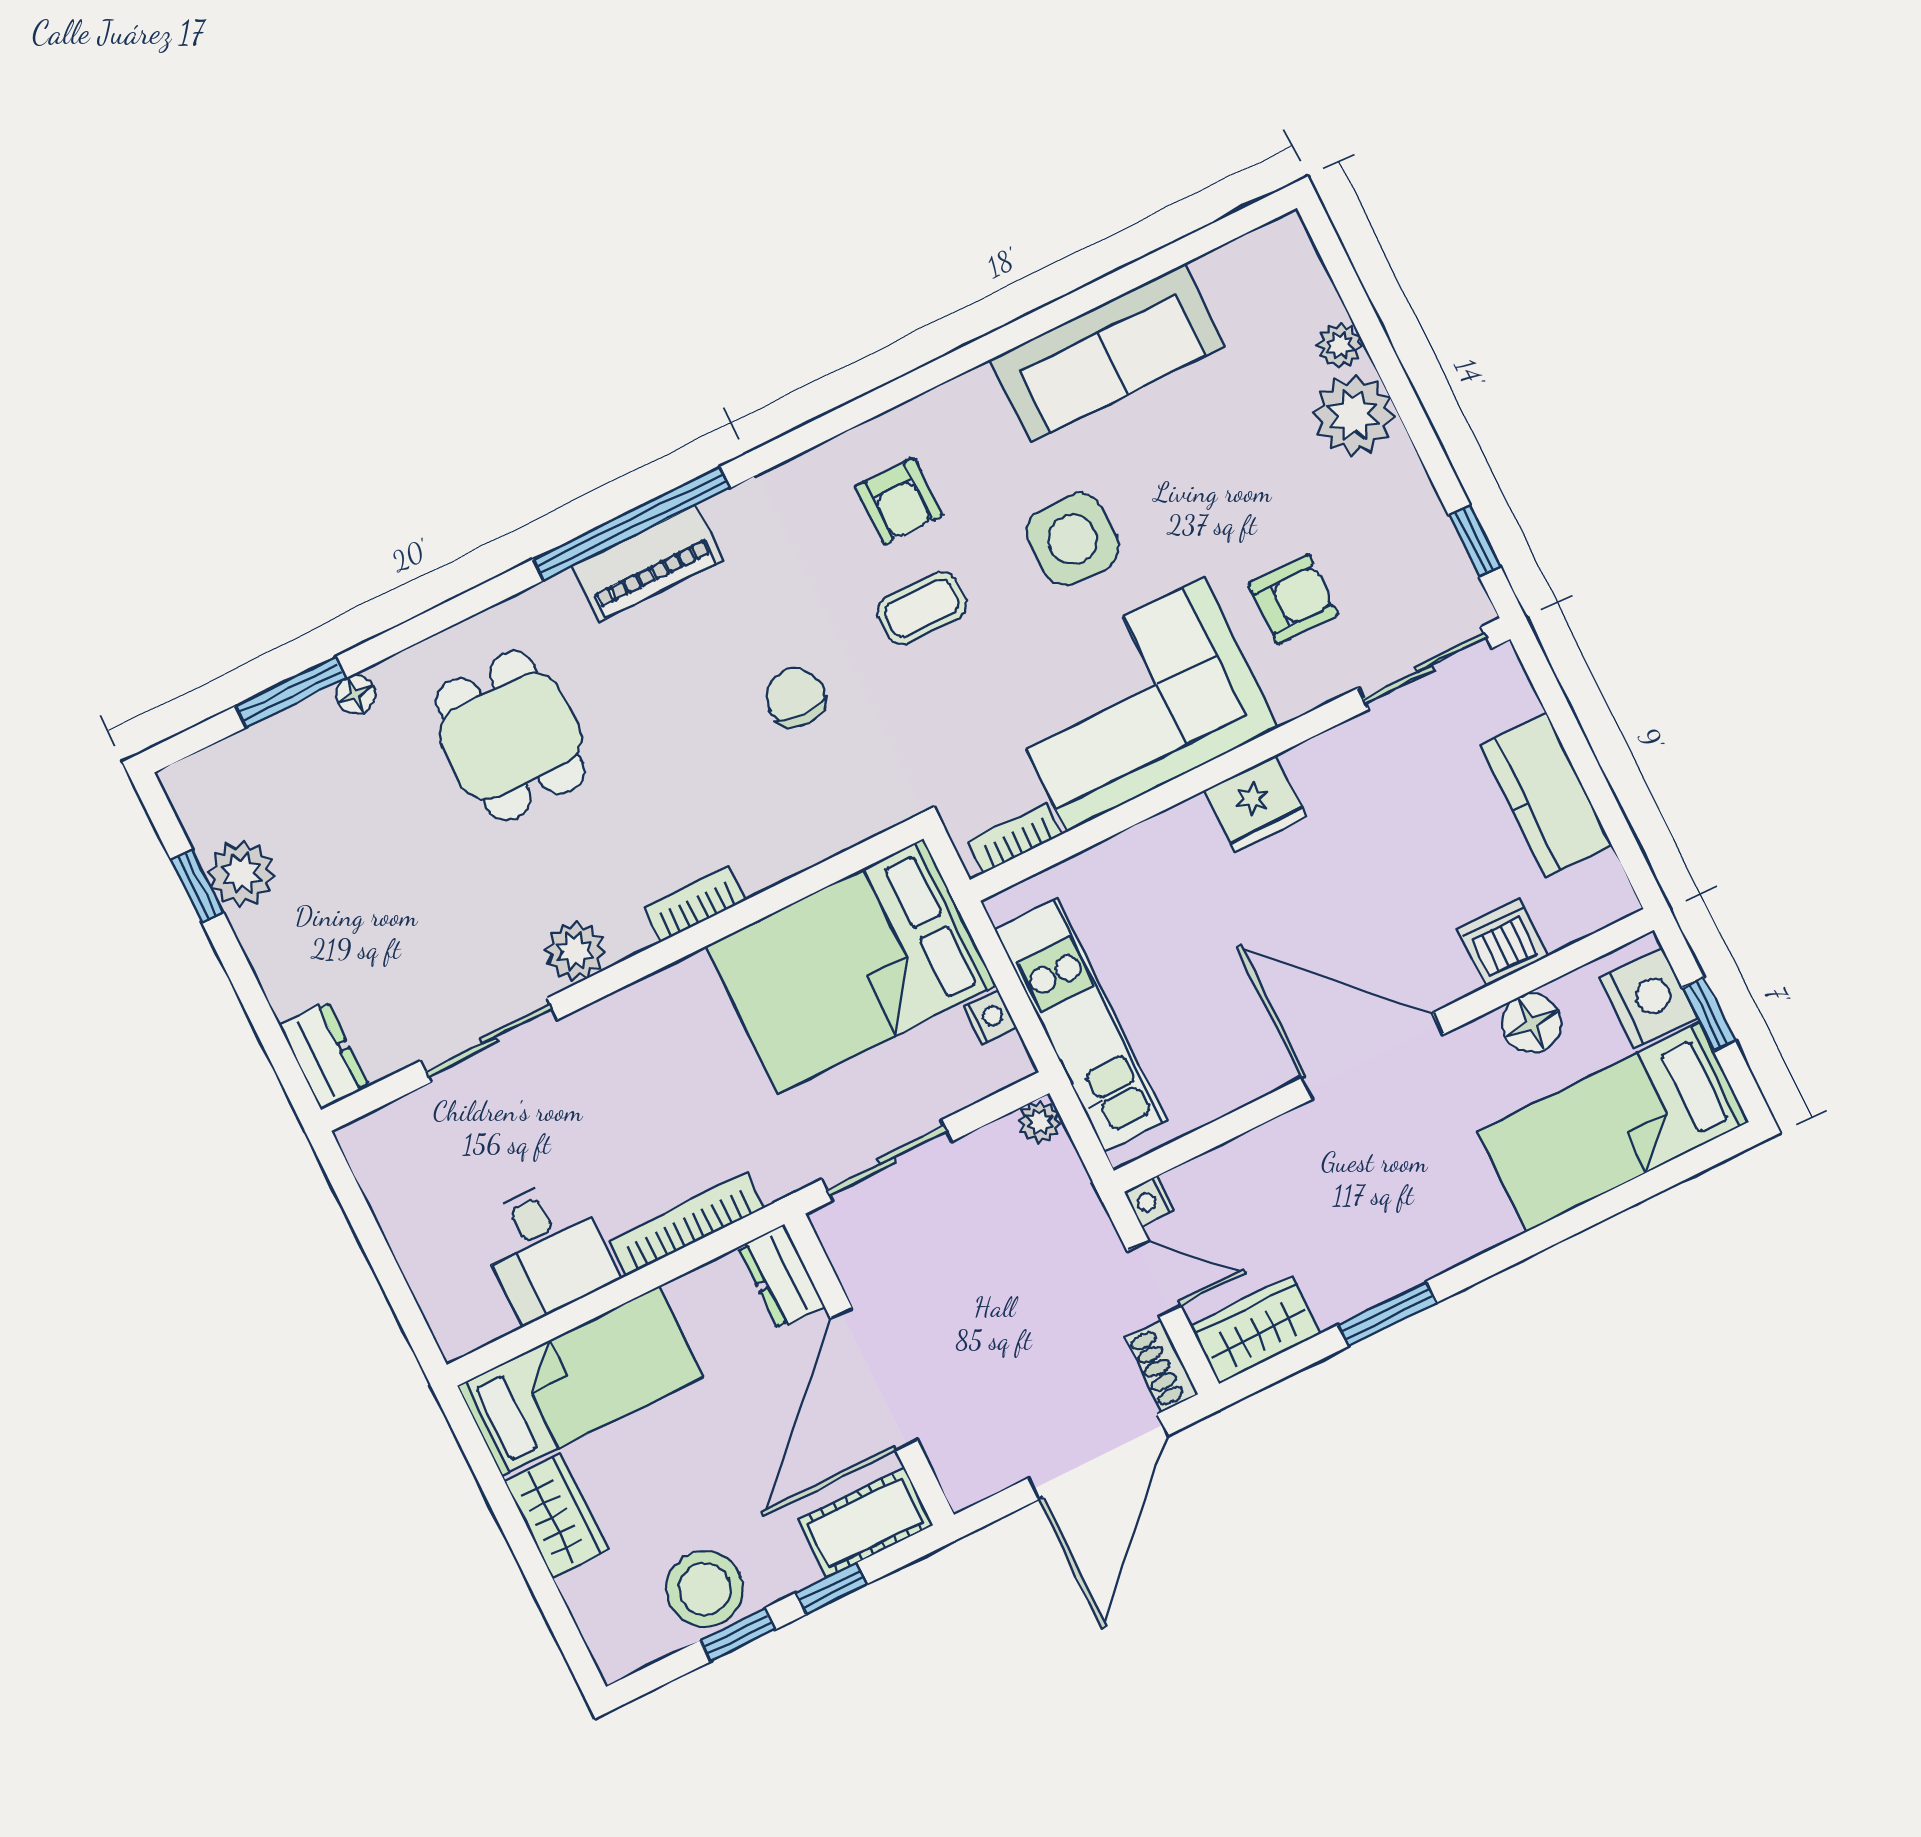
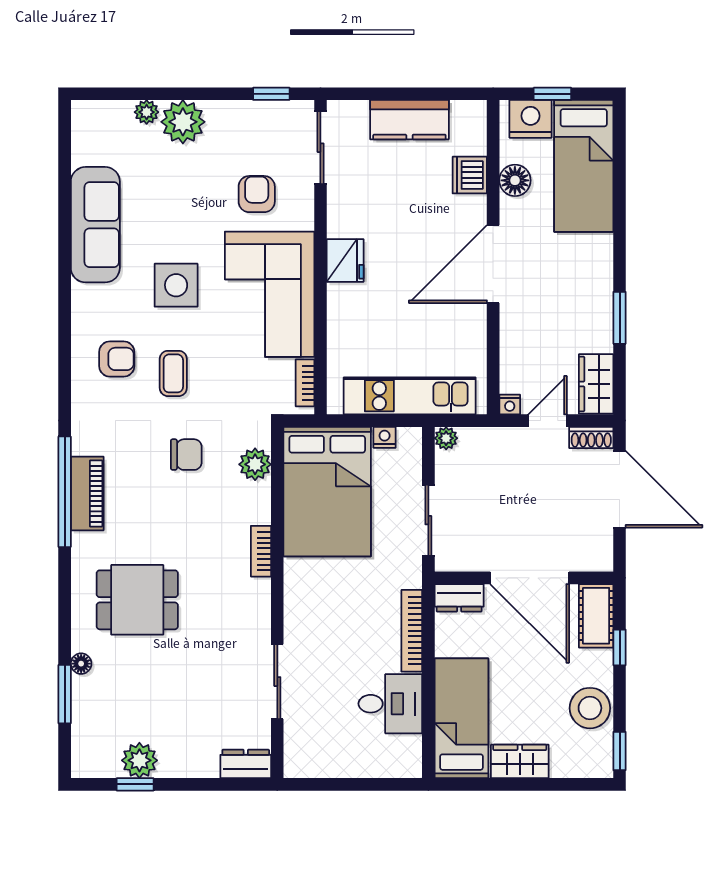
chair: (796, 698) -> (186, 455), turned 180
plant: (575, 951) -> (255, 464), moved
window: (738, 1635) -> (620, 751), moved

